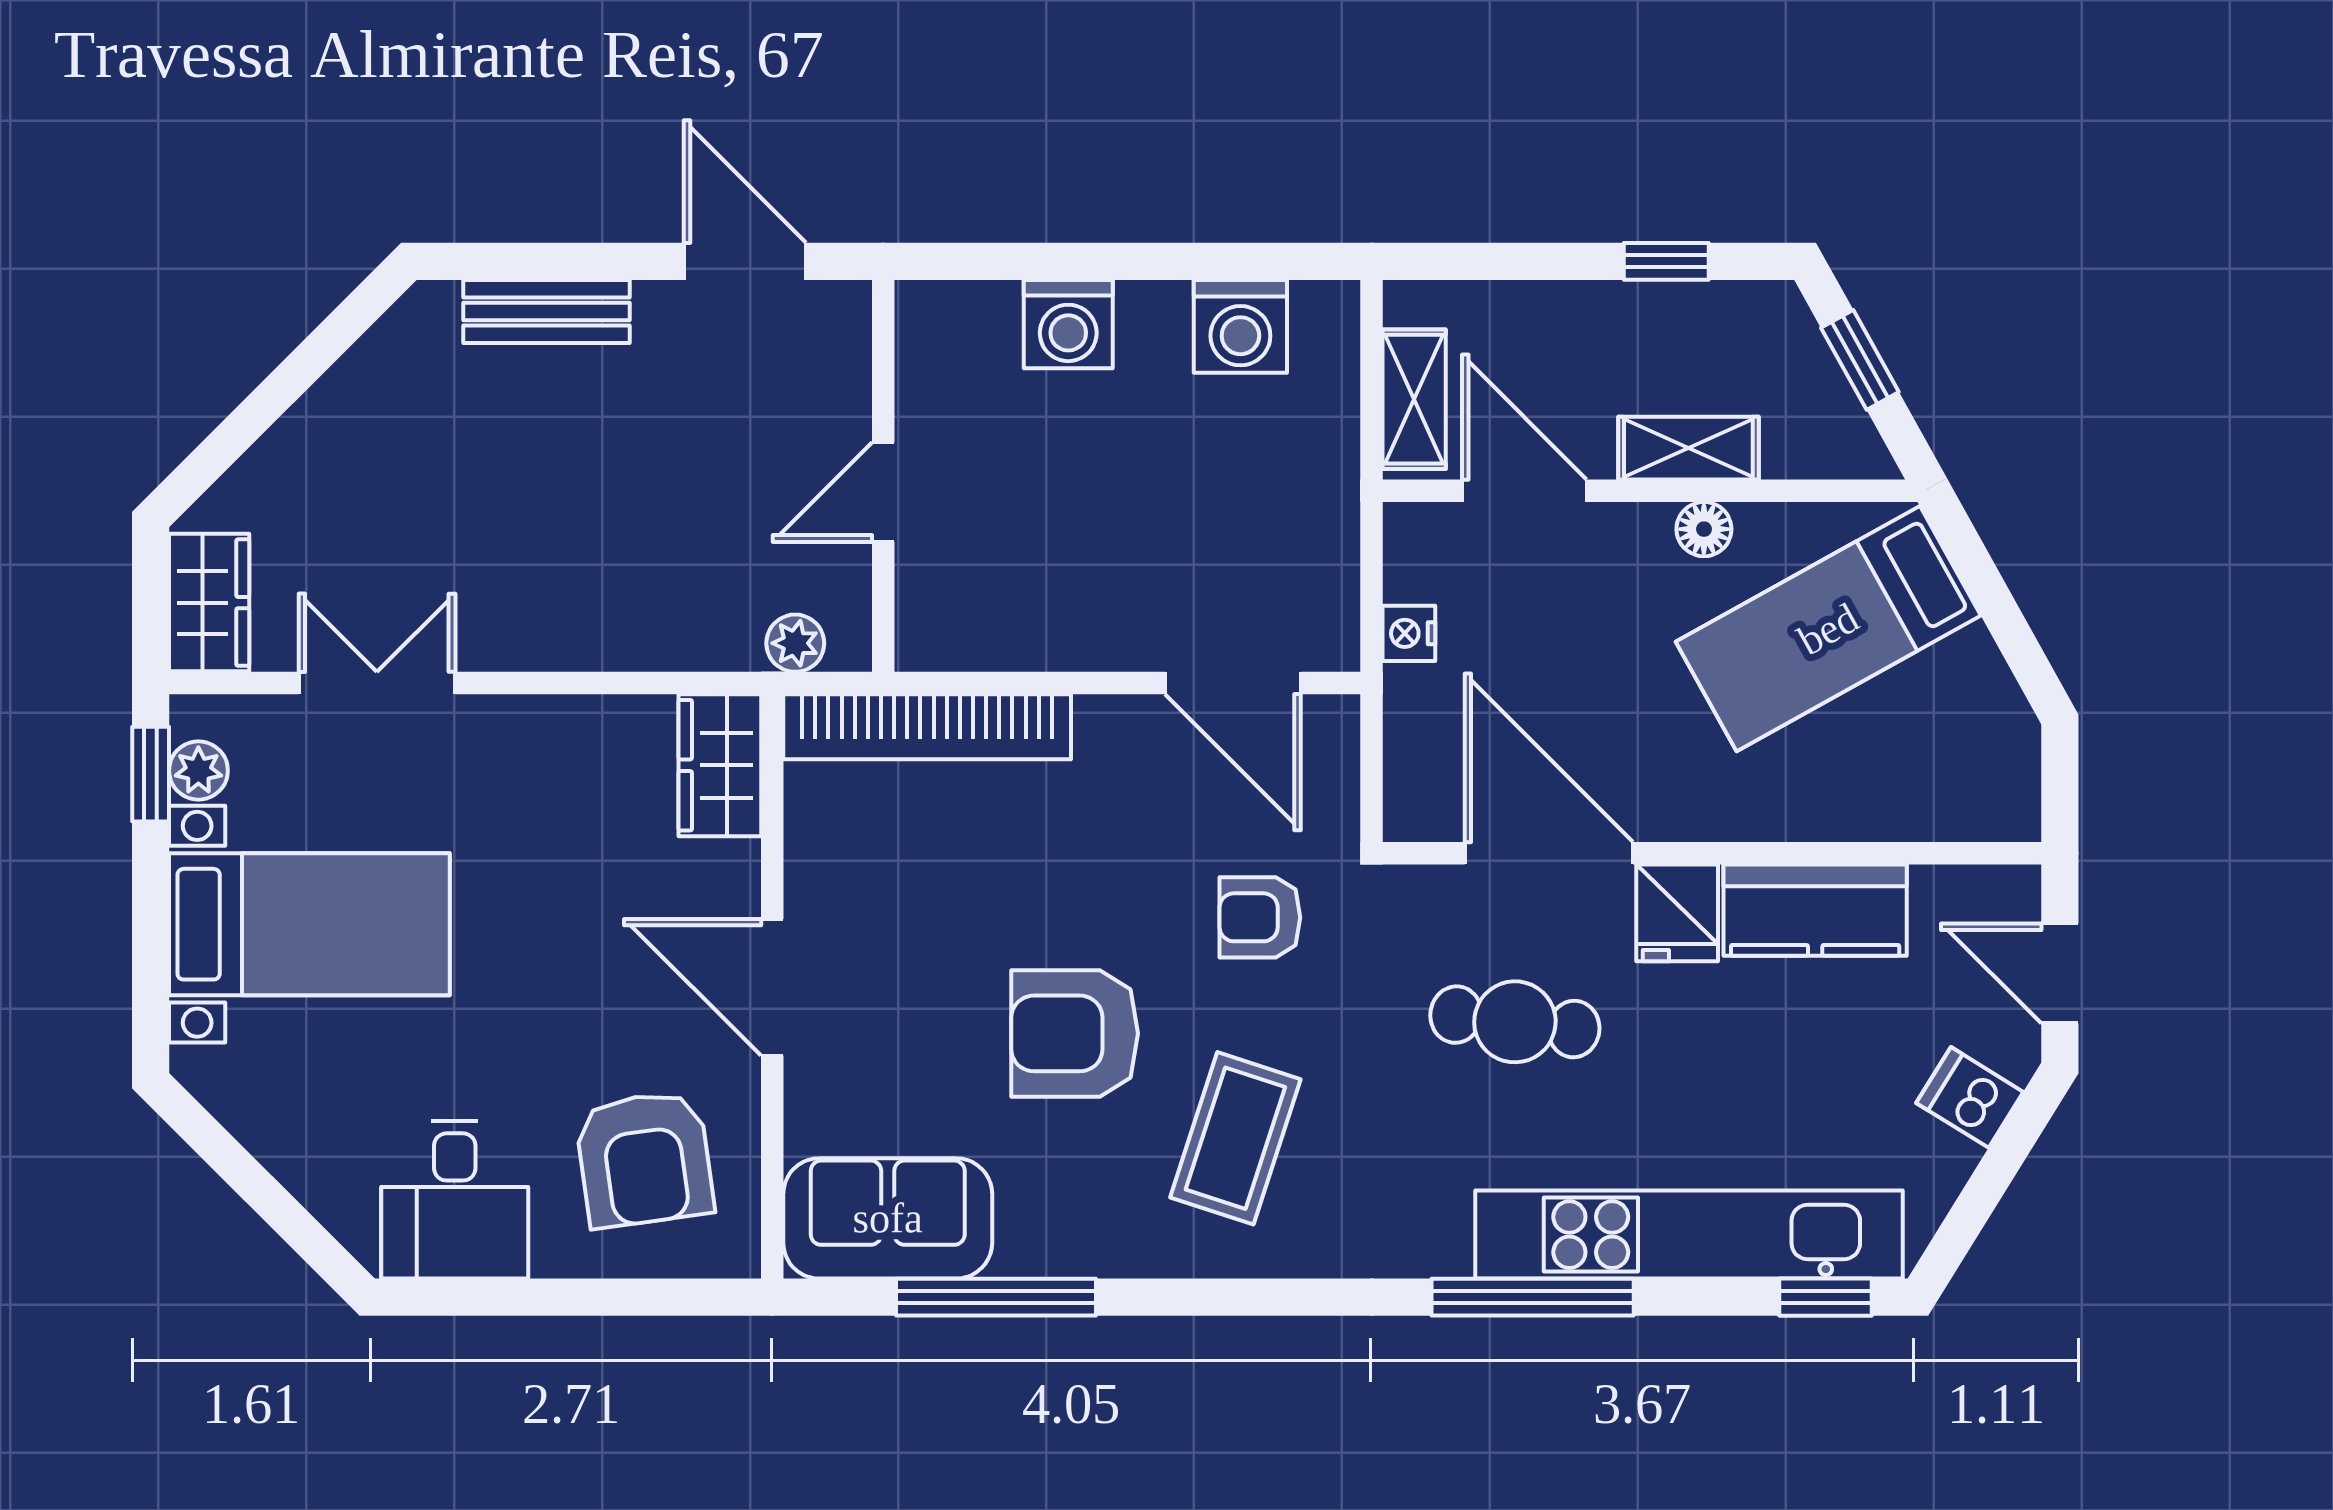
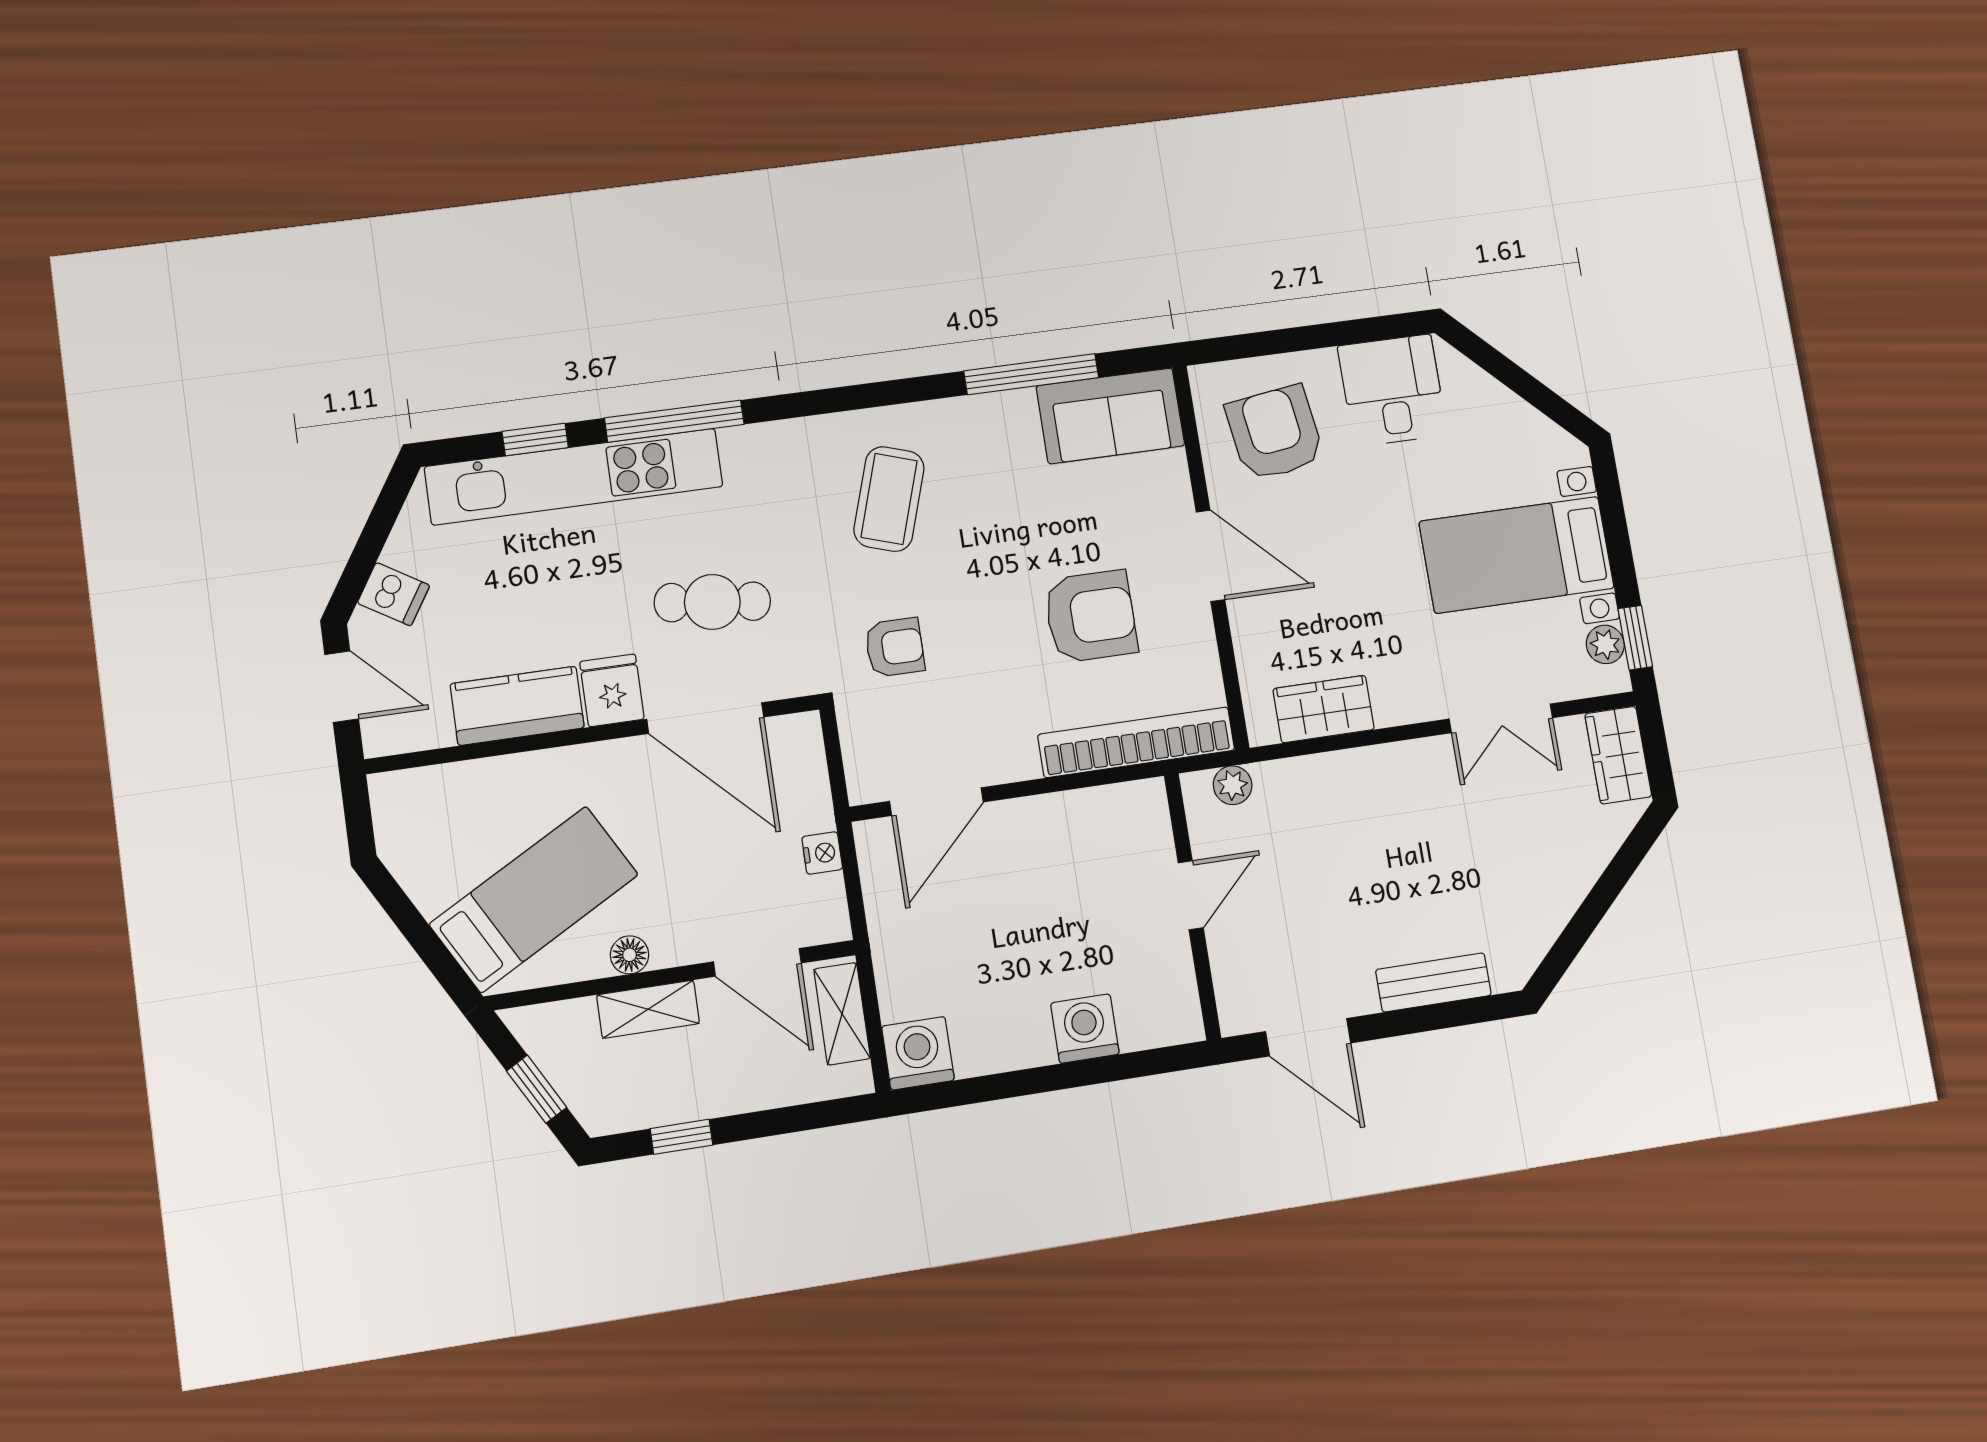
washing machine: (1240, 326) -> (918, 1053), moved
door: (1233, 683) -> (937, 802), swing flipped
wardrobe: (720, 765) -> (1324, 709), moved, turned -90
armchair: (1075, 1033) -> (1091, 616), moved
window: (1825, 1297) -> (535, 439), moved

